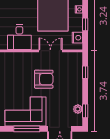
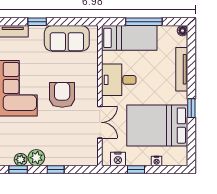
window: (85, 72) -> (56, 169), moved
armchair: (44, 79) -> (62, 95), moved, turned 180
plant: (76, 98) -> (36, 158), added

